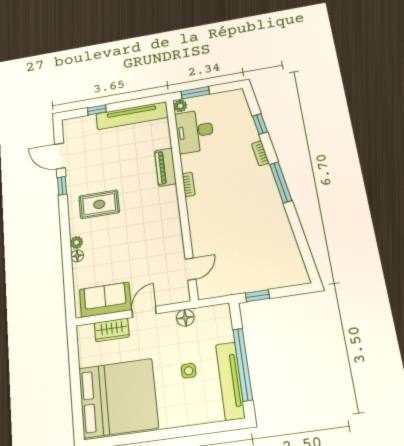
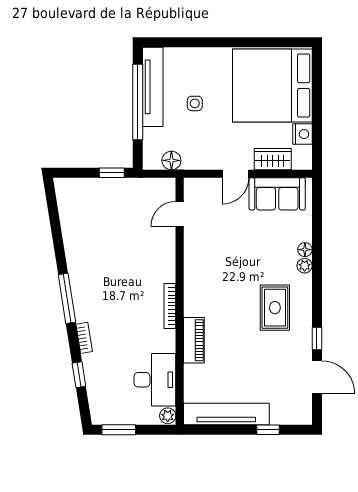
window: (195, 93) -> (119, 430), moved
bookcase: (188, 184) -> (170, 306), width x1.56
rug: (99, 204) -> (275, 308), turned 90
floor lamp: (185, 318) -> (171, 160), moved
nightstand: (87, 356) -> (302, 134), added

